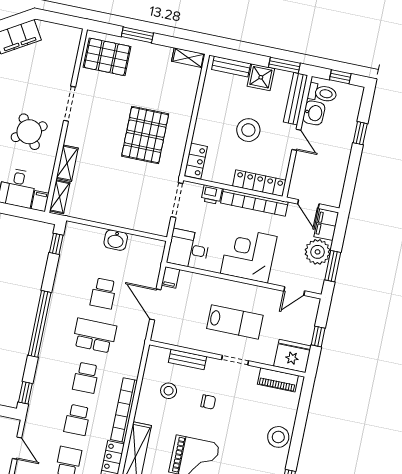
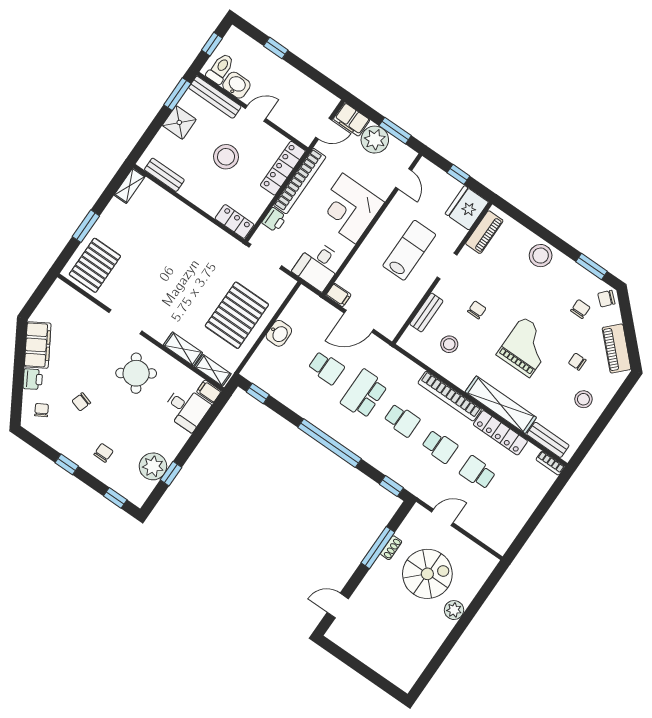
bench: (231, 66) -> (164, 175), moved, turned 90
pallet: (145, 135) -> (237, 315), moved, turned 90

